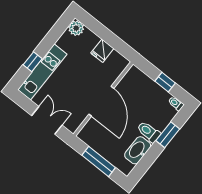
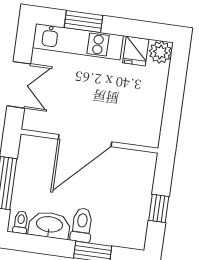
fridge: (102, 51) -> (136, 51), moved, turned -90
window: (33, 62) -> (84, 21), width x1.50
toilet: (176, 104) -> (21, 222), moved

